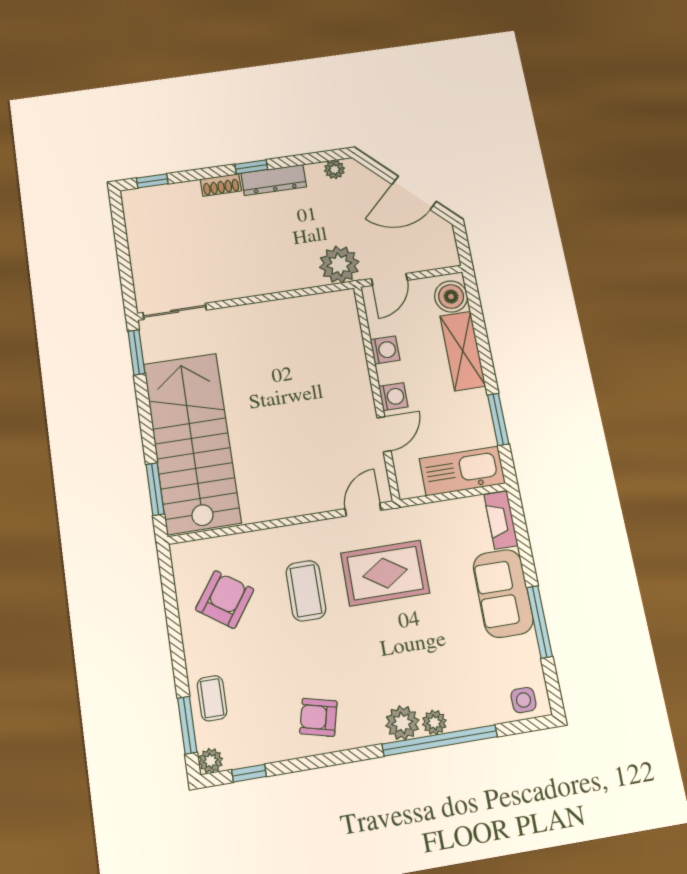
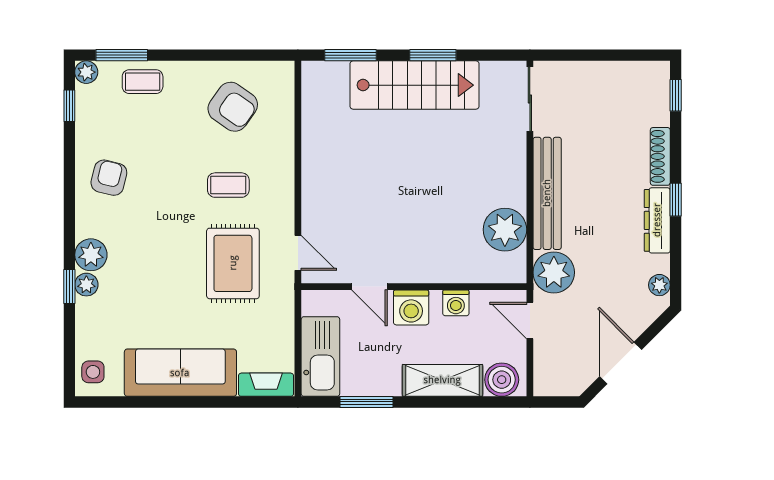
shoe rack: (221, 185) -> (660, 156), width x1.43
bench: (264, 282) -> (547, 193), added
plant: (306, 315) -> (505, 230), added
window: (136, 352) -> (433, 55), moved
washing machine: (393, 397) -> (411, 307), width x1.38, depth x1.38
stairs: (192, 443) -> (415, 85), width x0.73, depth x0.66
coffee table: (306, 591) -> (228, 185), width x0.73, depth x0.77
sofa: (503, 593) -> (180, 373), width x1.36
window: (540, 622) -> (163, 402), removed
window: (440, 740) -> (69, 287), width x0.32

